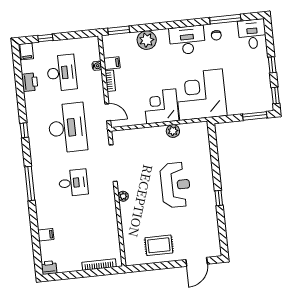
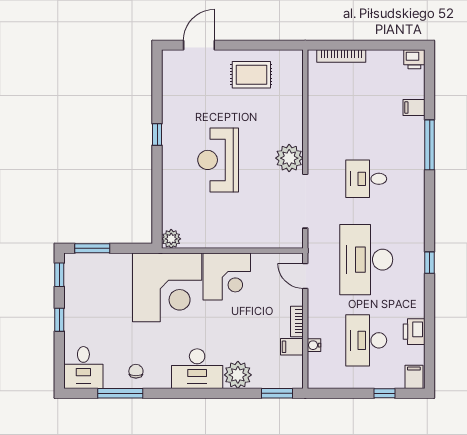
desk: (187, 40) -> (197, 369), moved
plant: (173, 131) -> (171, 239), moved
window: (30, 183) -> (430, 145), moved
plant: (123, 196) -> (289, 158), width x1.87, depth x1.87

